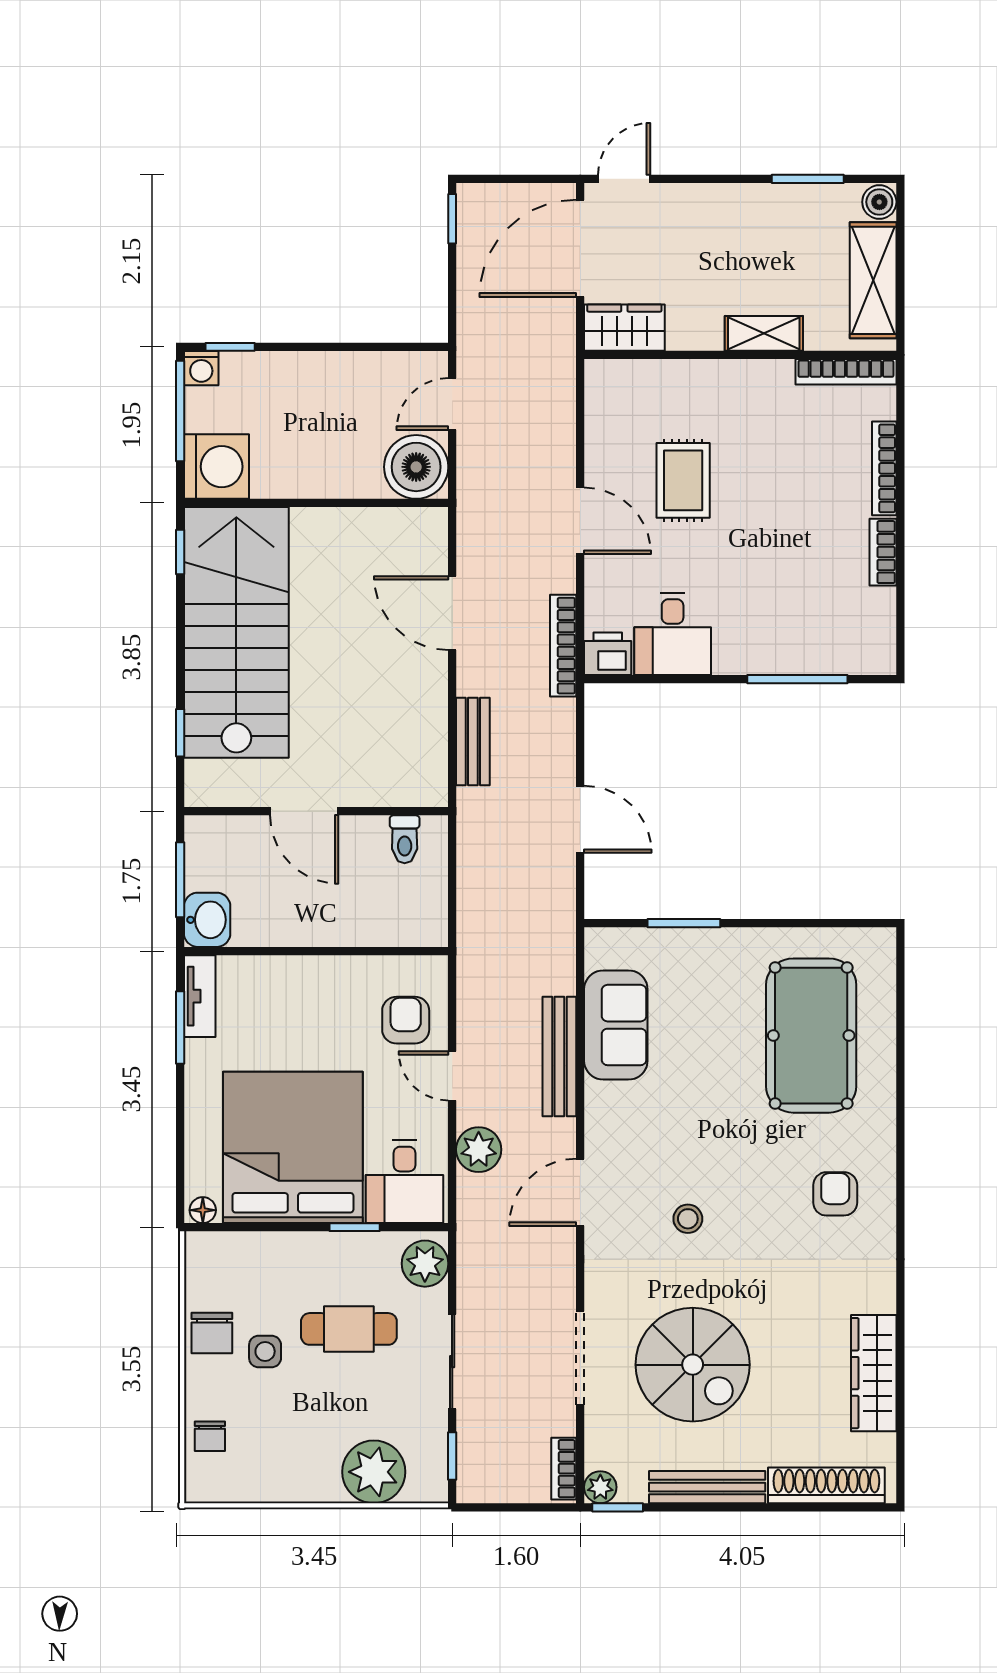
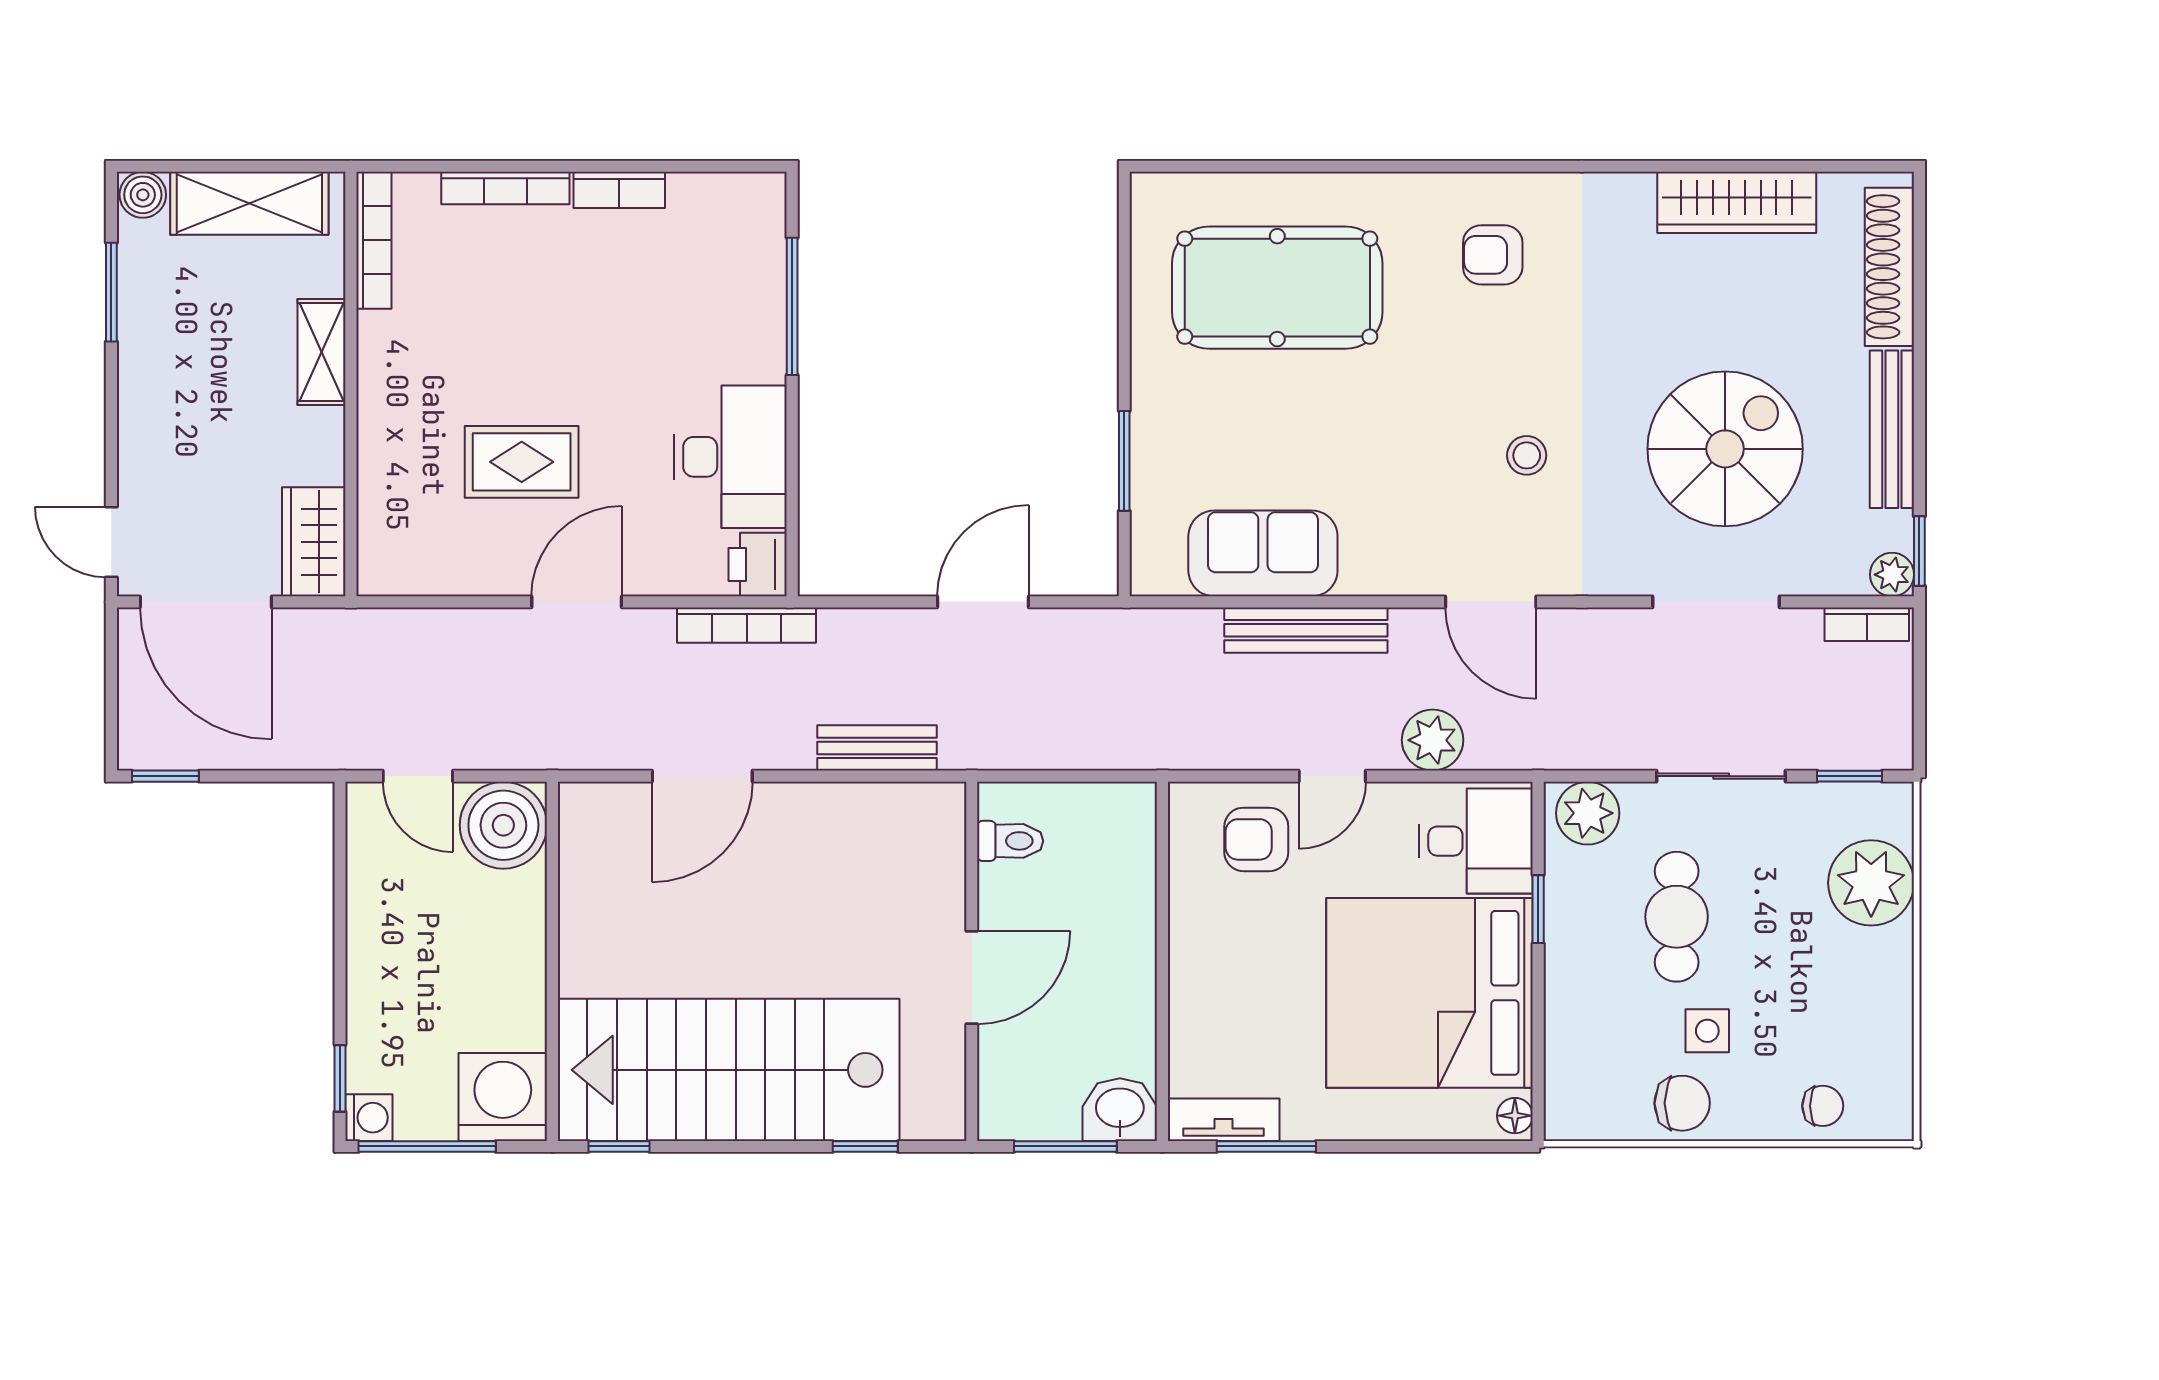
desk: (673, 634) -> (730, 457), width x1.37

